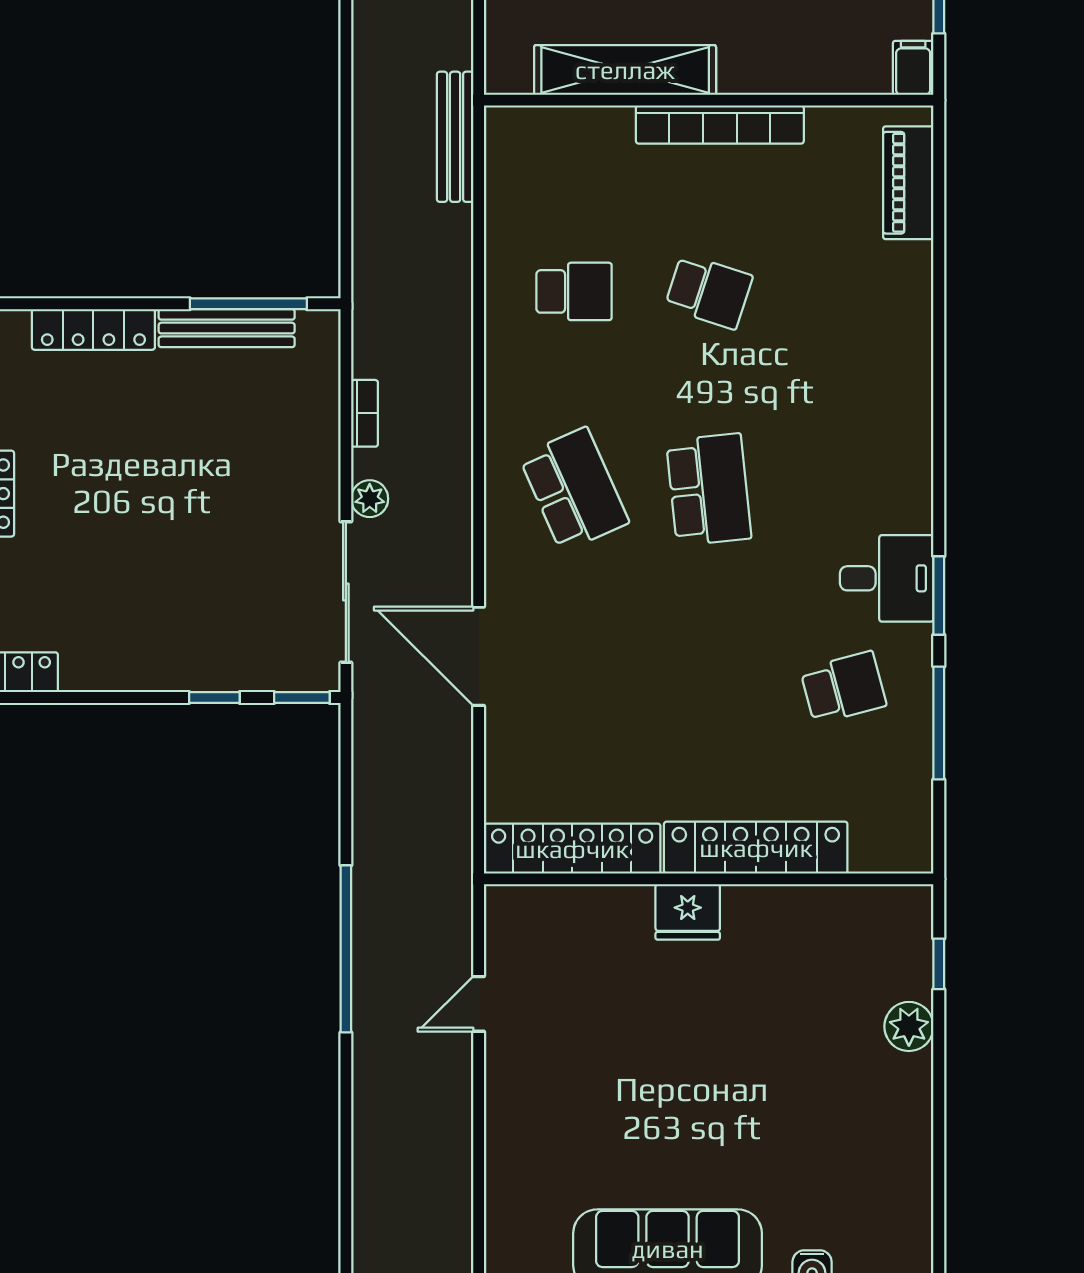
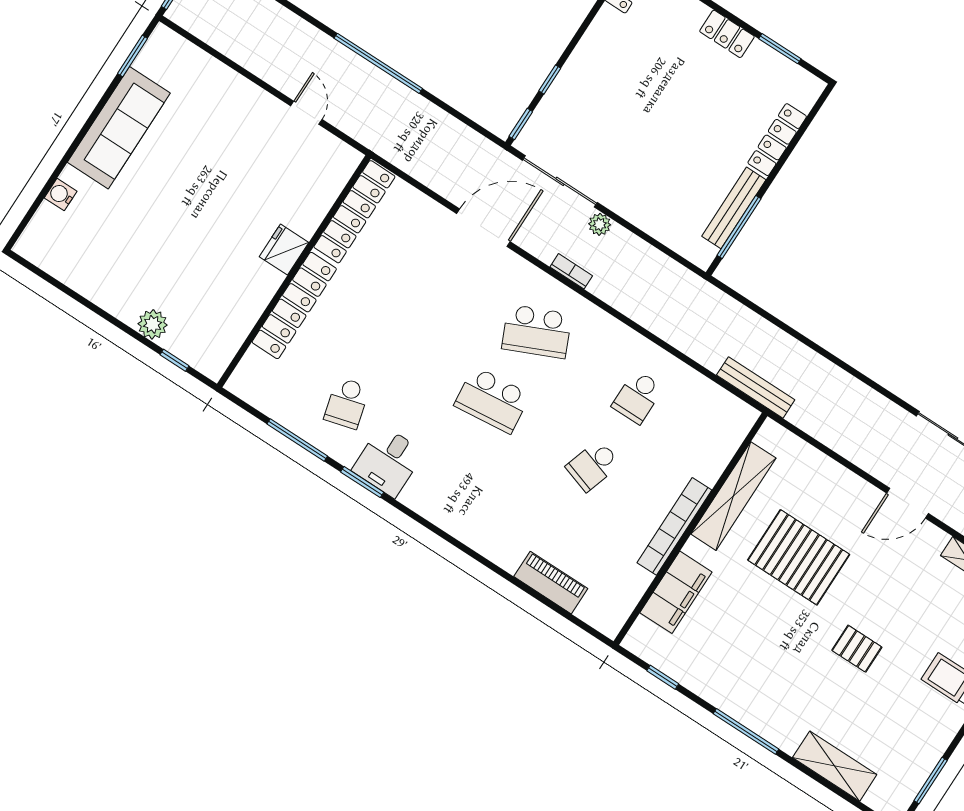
filing cabinet: (913, 68) -> (676, 592), moved, width x3.00, depth x1.17
piano: (908, 183) -> (551, 583), moved
bookcase: (365, 413) -> (571, 271), moved, turned 180

